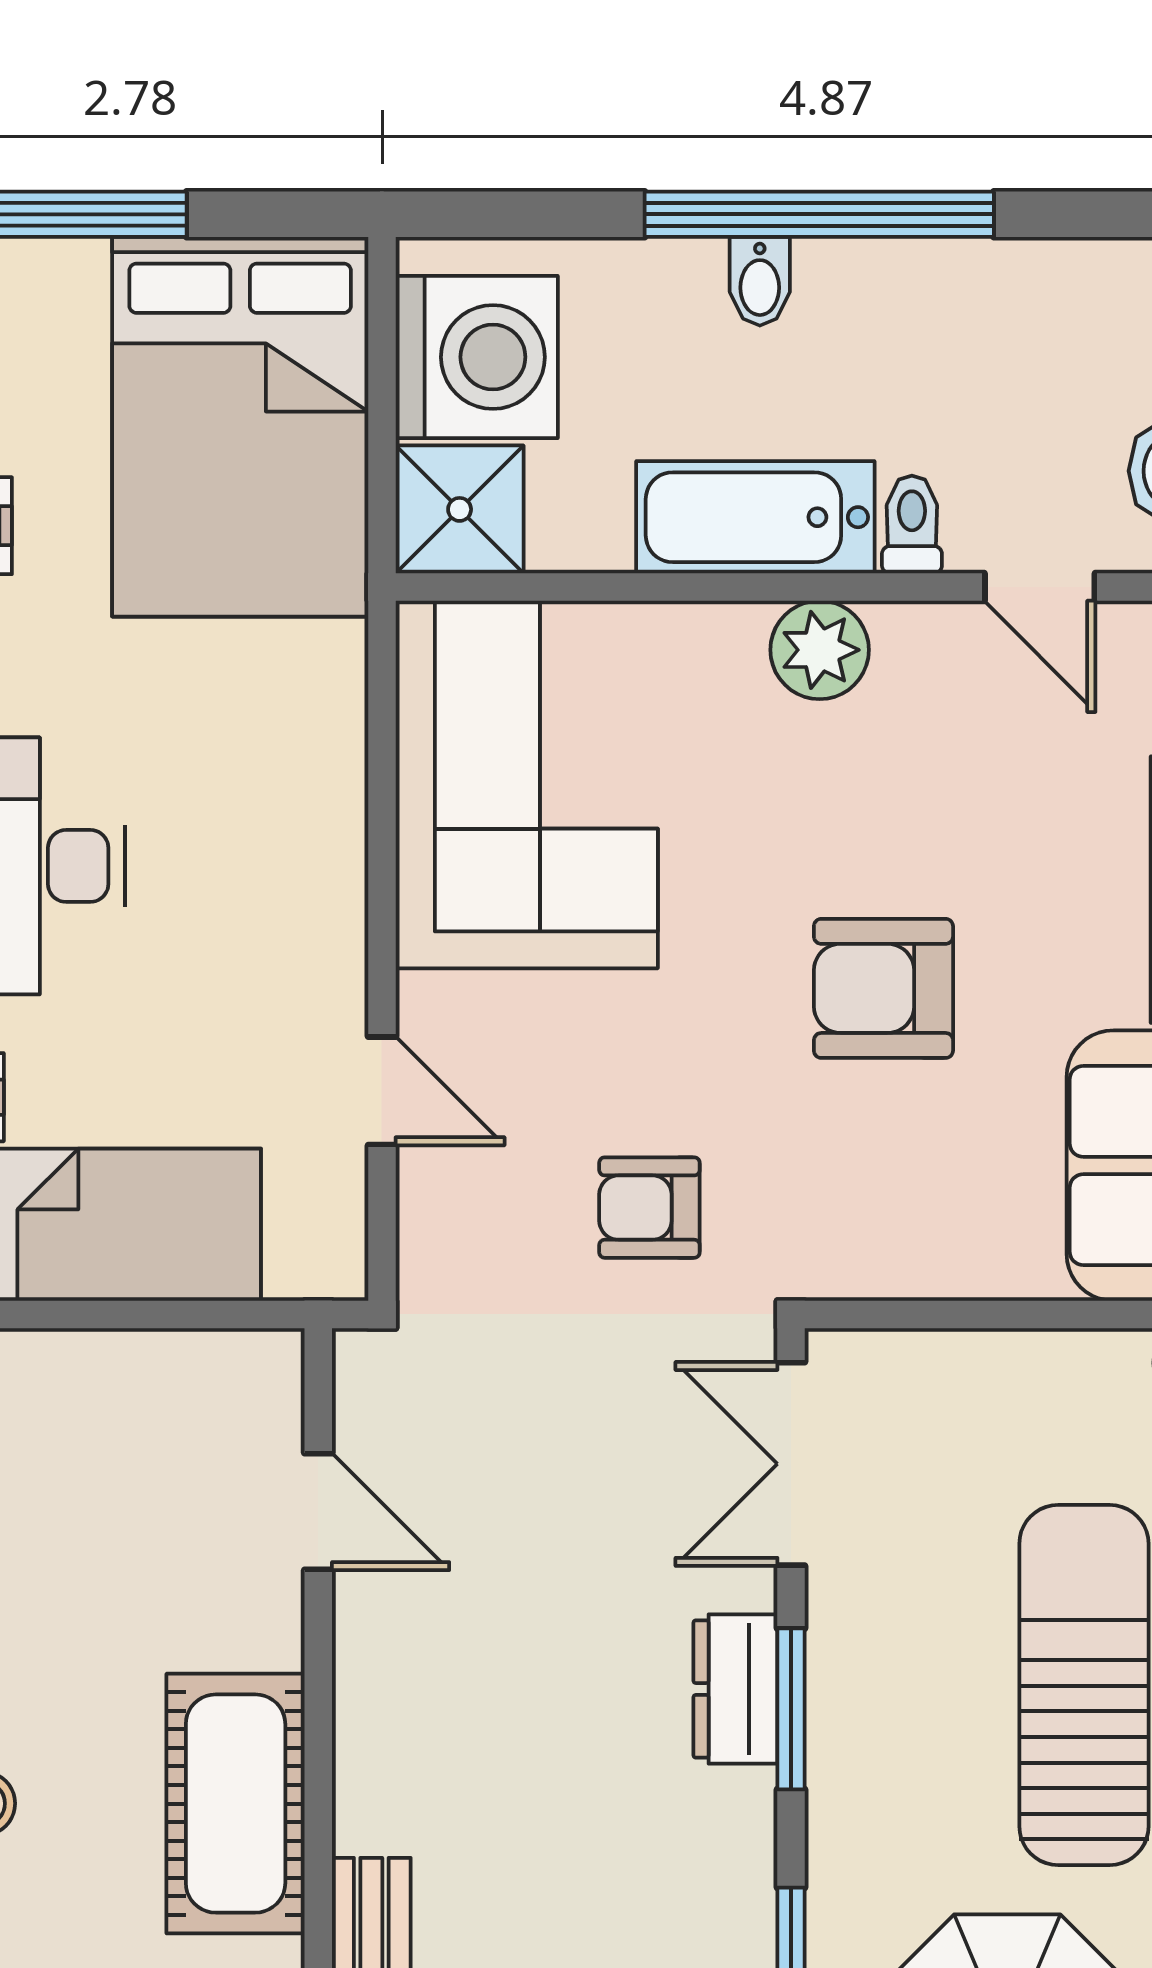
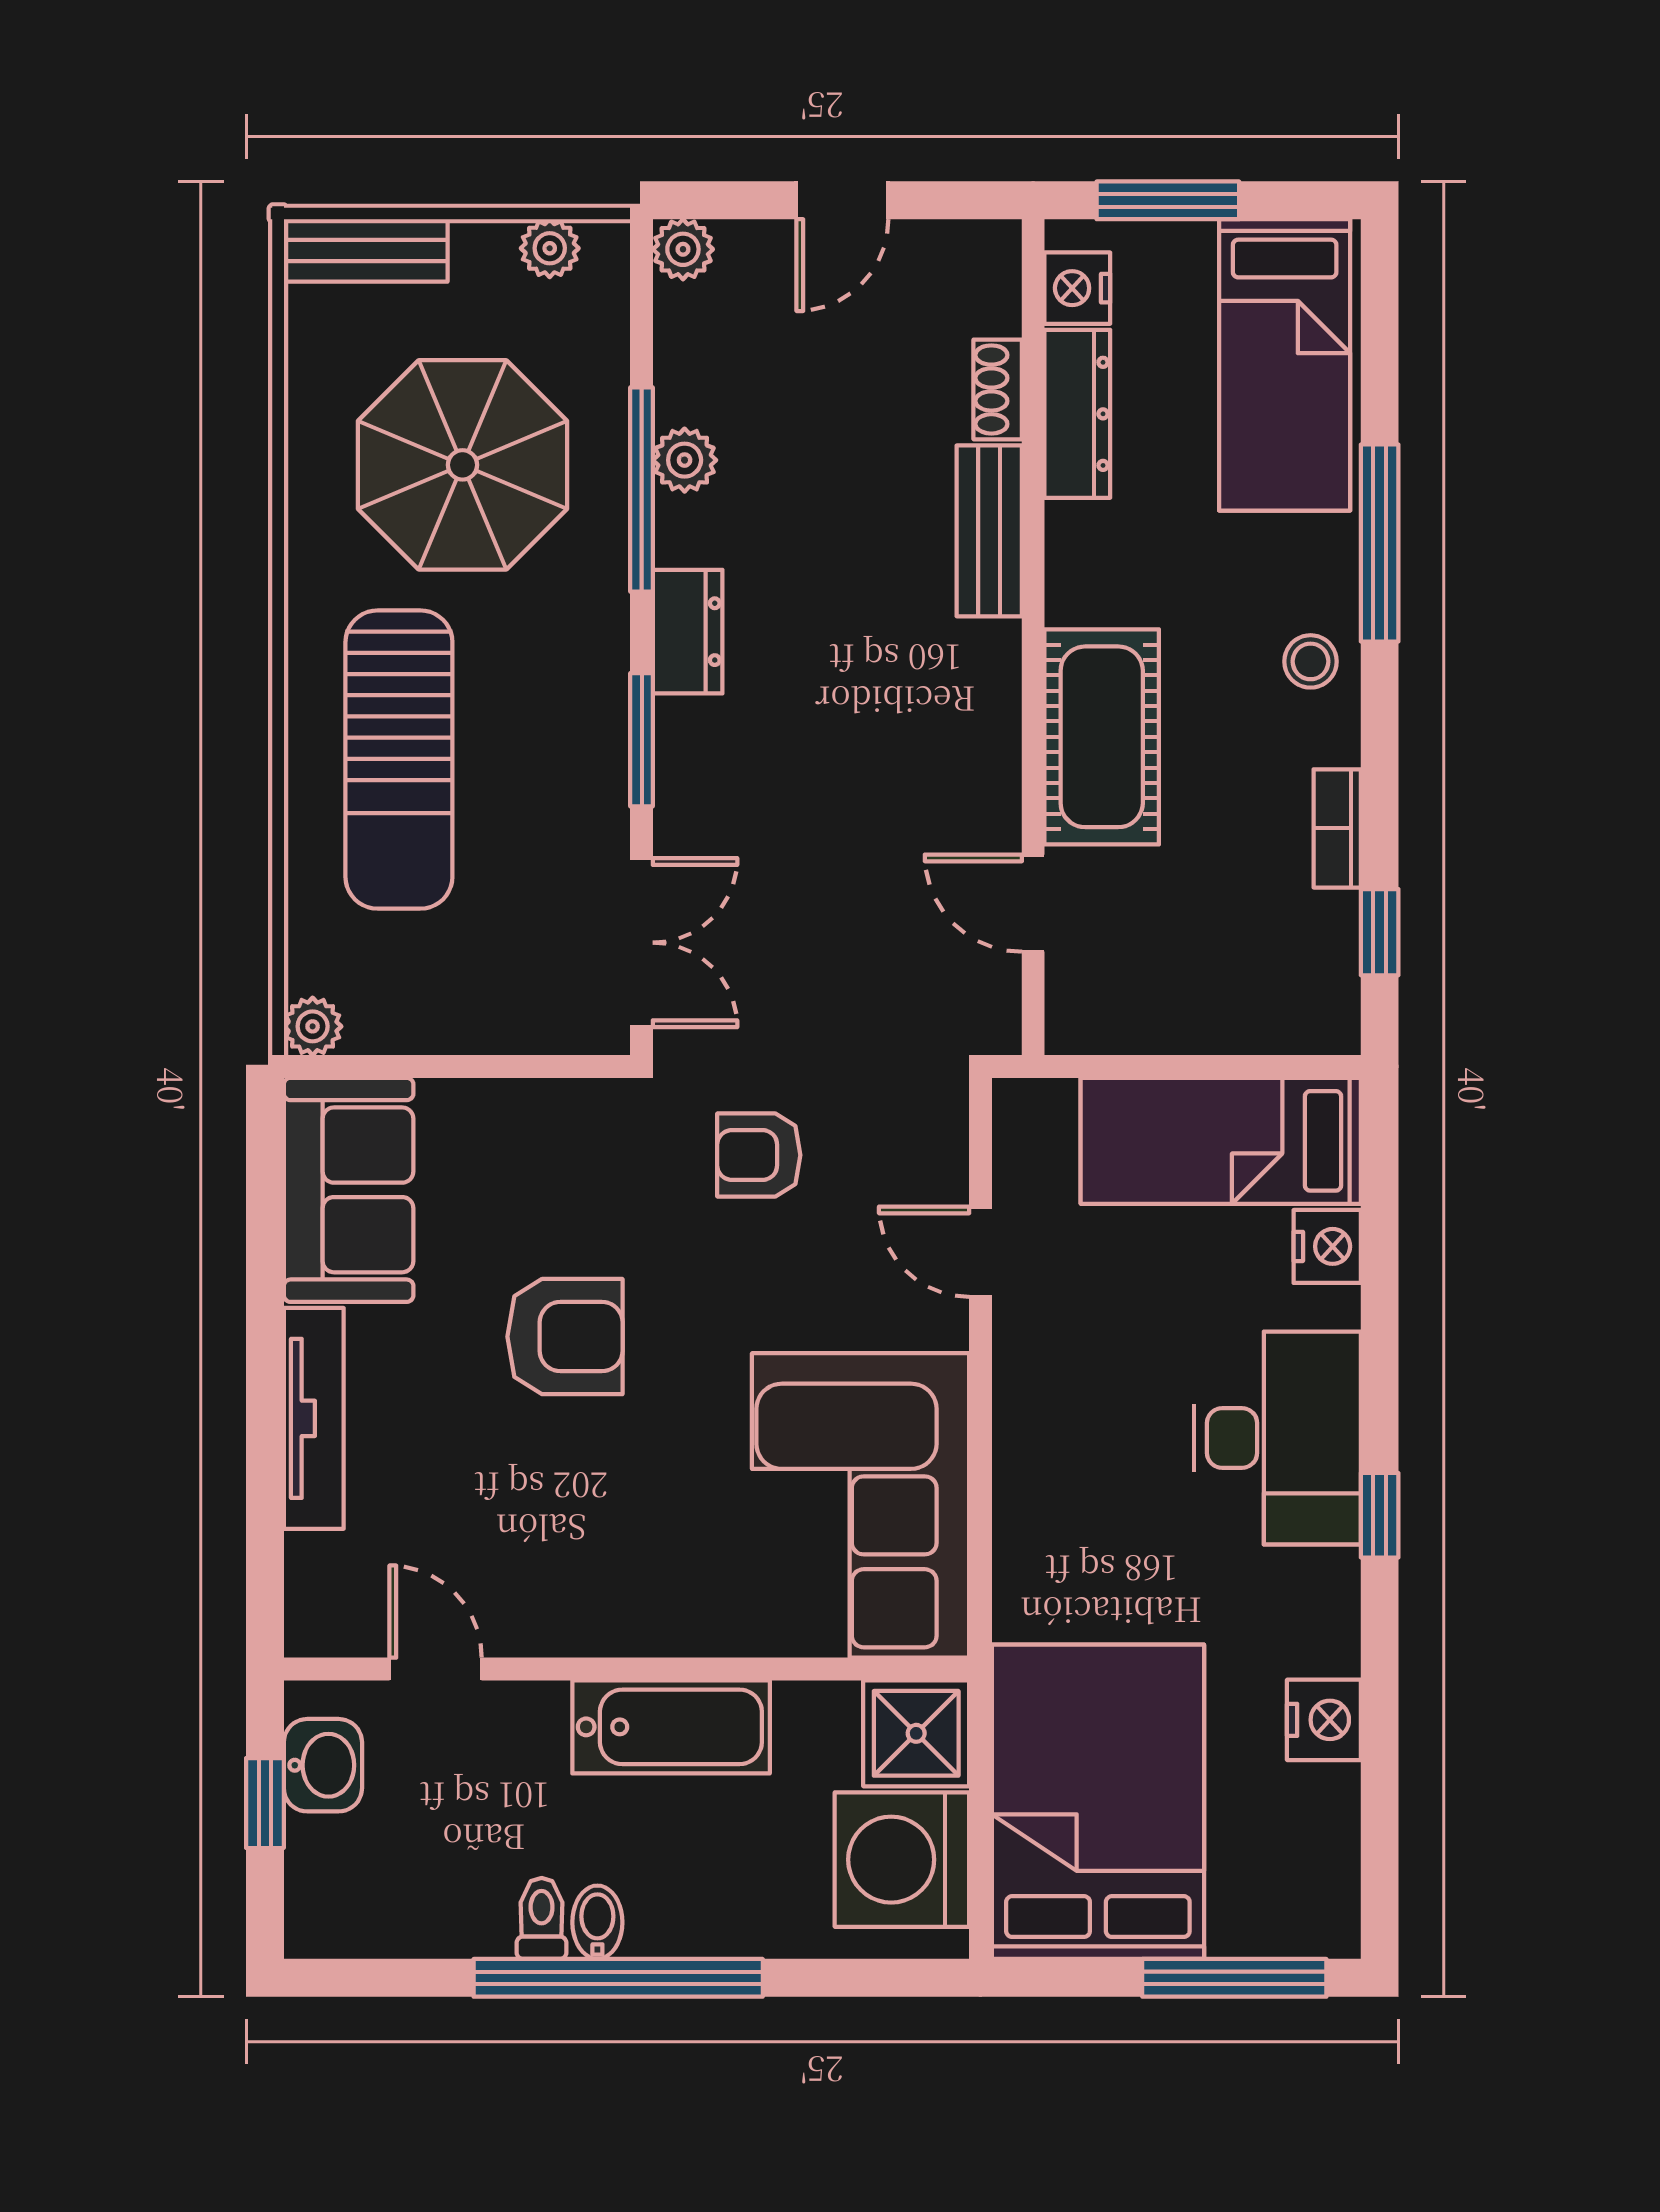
bidet: (760, 281) -> (597, 1922), moved
toilet: (912, 525) -> (542, 1918), moved, turned 180
plant: (820, 650) -> (618, 1617), removed
armchair: (649, 1208) -> (759, 1155), turned 180
dresser: (735, 1689) -> (688, 632), moved
cot: (236, 1804) -> (1102, 737), moved

